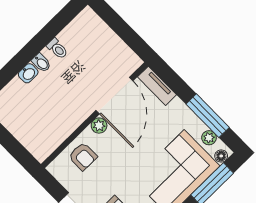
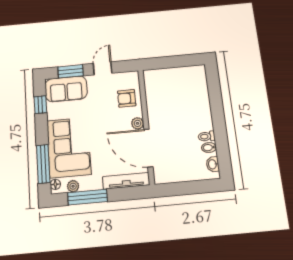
bidet: (41, 63) -> (209, 147), moved
washbasin: (28, 73) -> (213, 164), moved
tv unit: (157, 86) -> (126, 181), width x1.41

